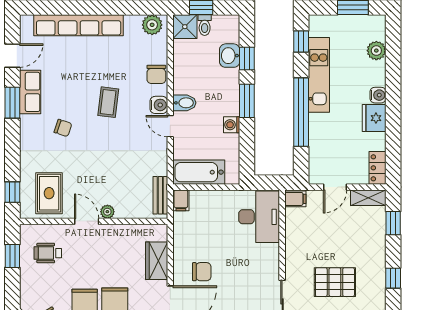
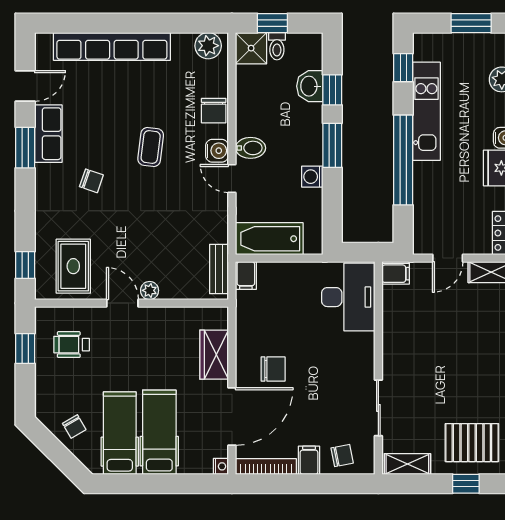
pallet: (335, 282) -> (448, 383), removed

